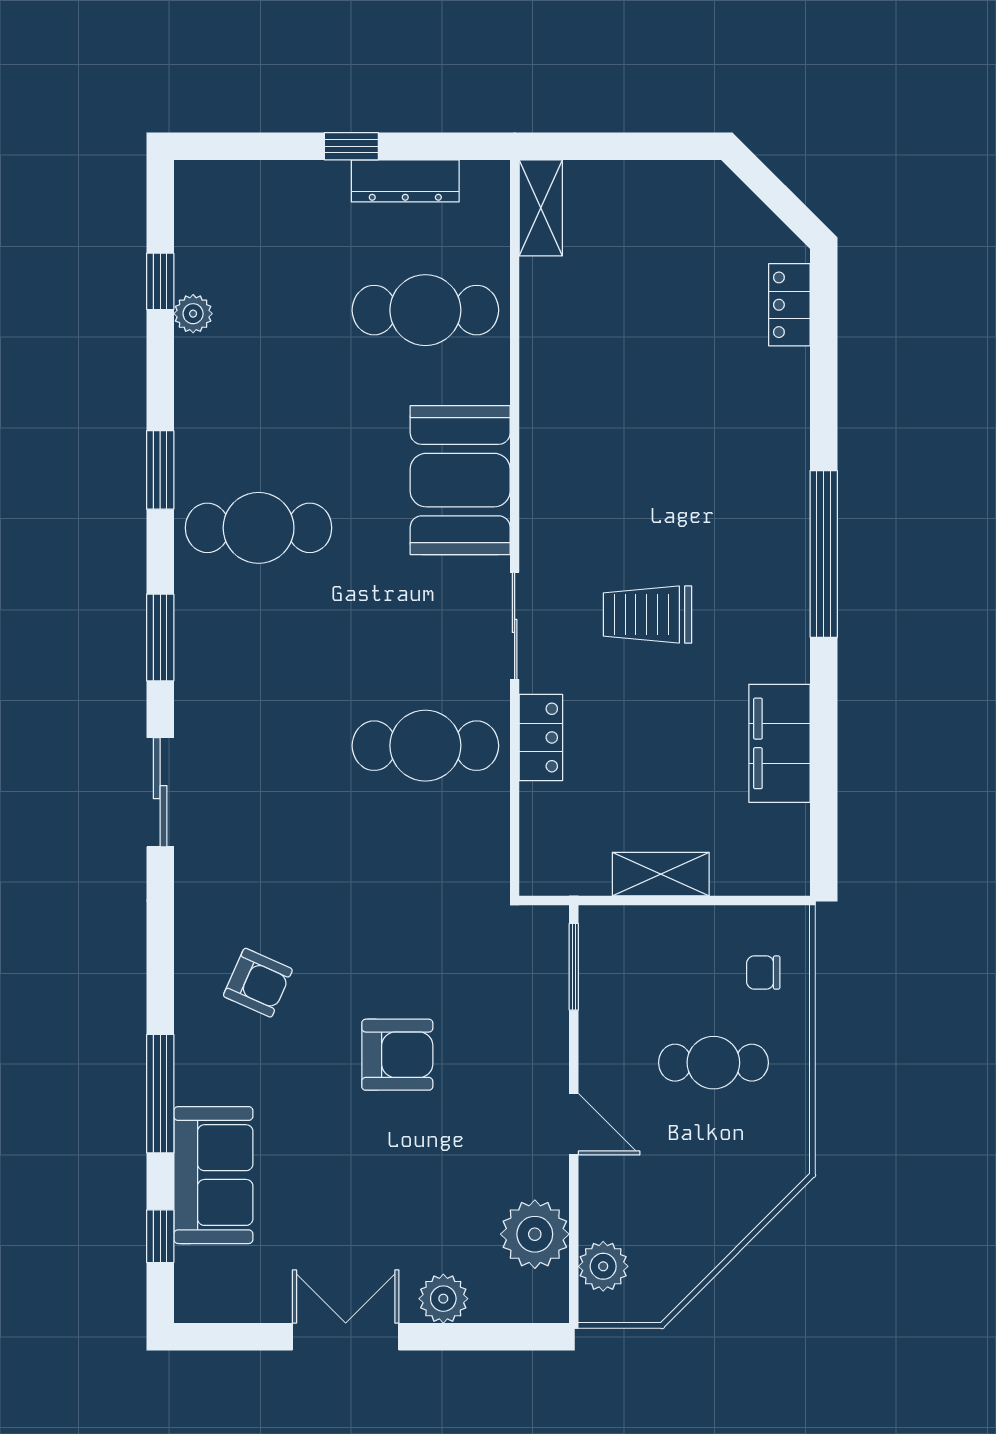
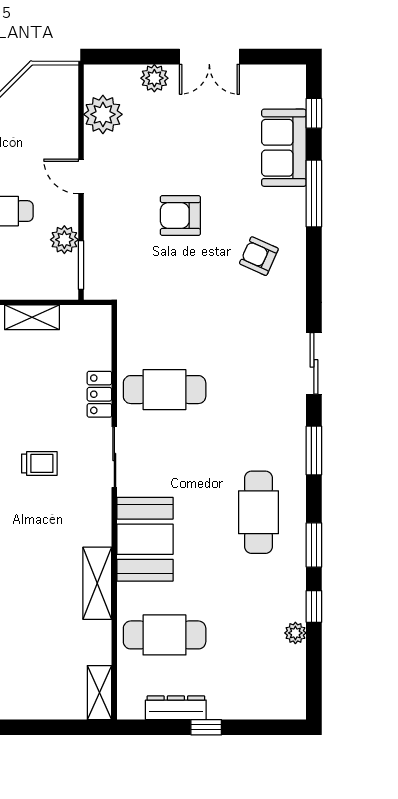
window: (160, 281) -> (314, 606), moved
shelving: (545, 402) -> (97, 583), added
cafe table: (259, 528) -> (259, 512), turned 90
trolley: (648, 615) -> (39, 463), width x0.73, depth x0.72
plant: (603, 1266) -> (64, 240), moved

